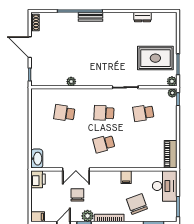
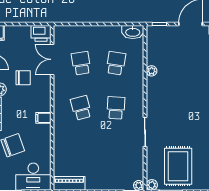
school desk: (143, 113) -> (81, 63), moved
washbasin: (37, 159) -> (133, 32), moved
double door: (76, 169) -> (52, 59), moved
filing cabinet: (126, 177) -> (43, 118), moved

